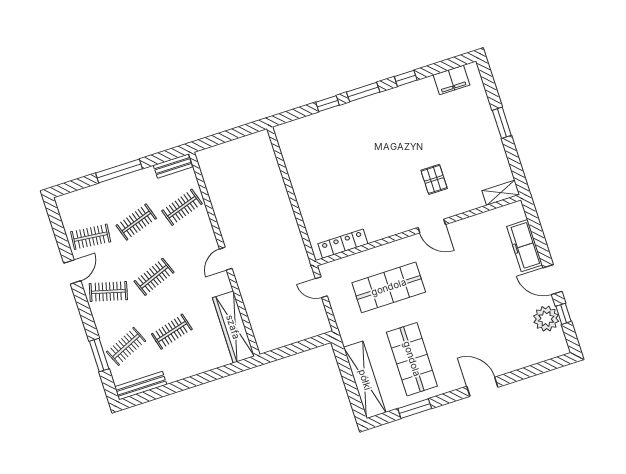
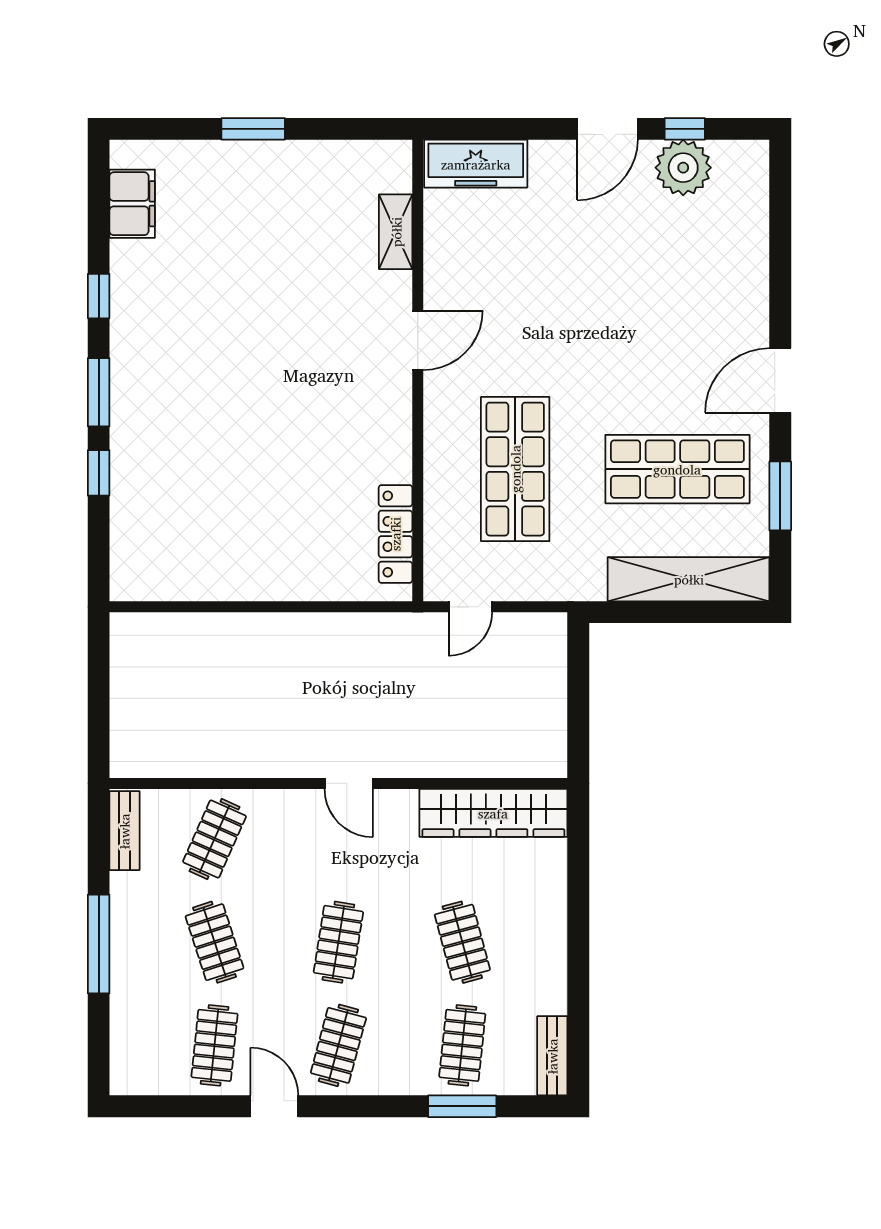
pallet: (434, 179) -> (324, 305), removed
shelving: (501, 193) -> (396, 232), moved
clothes rail: (182, 207) -> (215, 839), turned 42
freezer: (524, 246) -> (476, 164), moved
clothes rail: (154, 277) -> (338, 942), turned 30
clothes rail: (126, 346) -> (462, 1045), turned 30
bench: (141, 386) -> (552, 1056), width x0.73
door: (482, 387) -> (780, 380), moved

